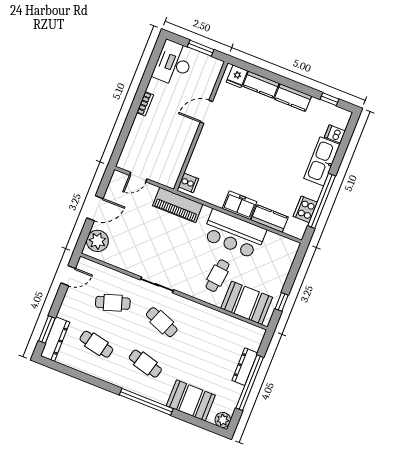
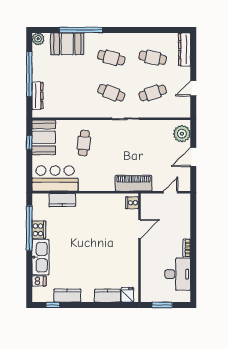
desk: (173, 63) -> (178, 274), moved
kitchen counter: (293, 98) -> (67, 295), moved
door: (206, 112) -> (140, 229), moved
freezer: (240, 205) -> (88, 201), removed
cooker: (305, 209) -> (39, 230), moved
bar counter: (234, 234) -> (55, 178), moved
door: (68, 276) -> (193, 88), moved
booth: (247, 303) -> (44, 137), moved, turned 90
window: (47, 330) -> (193, 54), removed
dresser: (245, 367) -> (37, 96), moved
window: (146, 402) -> (81, 30), moved

